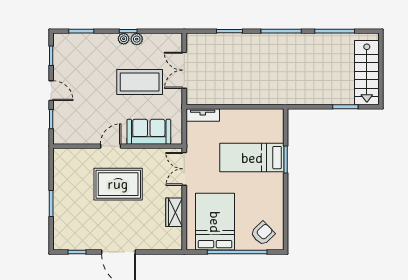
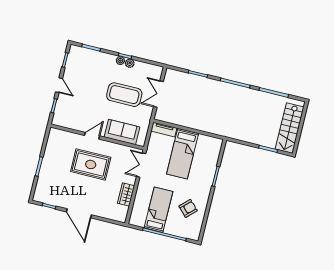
bed: (252, 158) -> (183, 154), moved, turned -90
bed: (215, 222) -> (158, 210), width x0.67
armchair: (263, 233) -> (188, 208), moved

